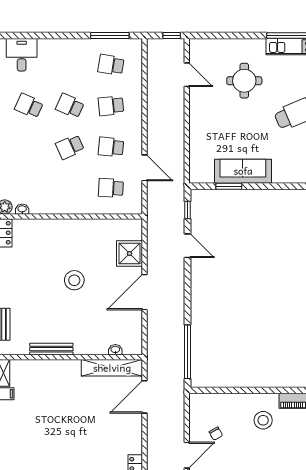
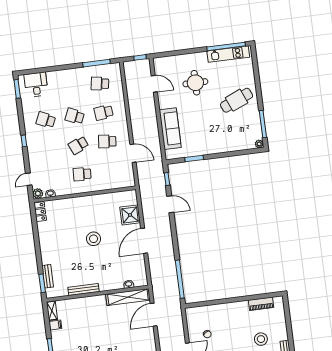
sofa: (243, 171) -> (170, 129), moved, turned 90
school desk: (111, 188) -> (82, 174), moved
stool: (263, 420) -> (261, 339), moved

